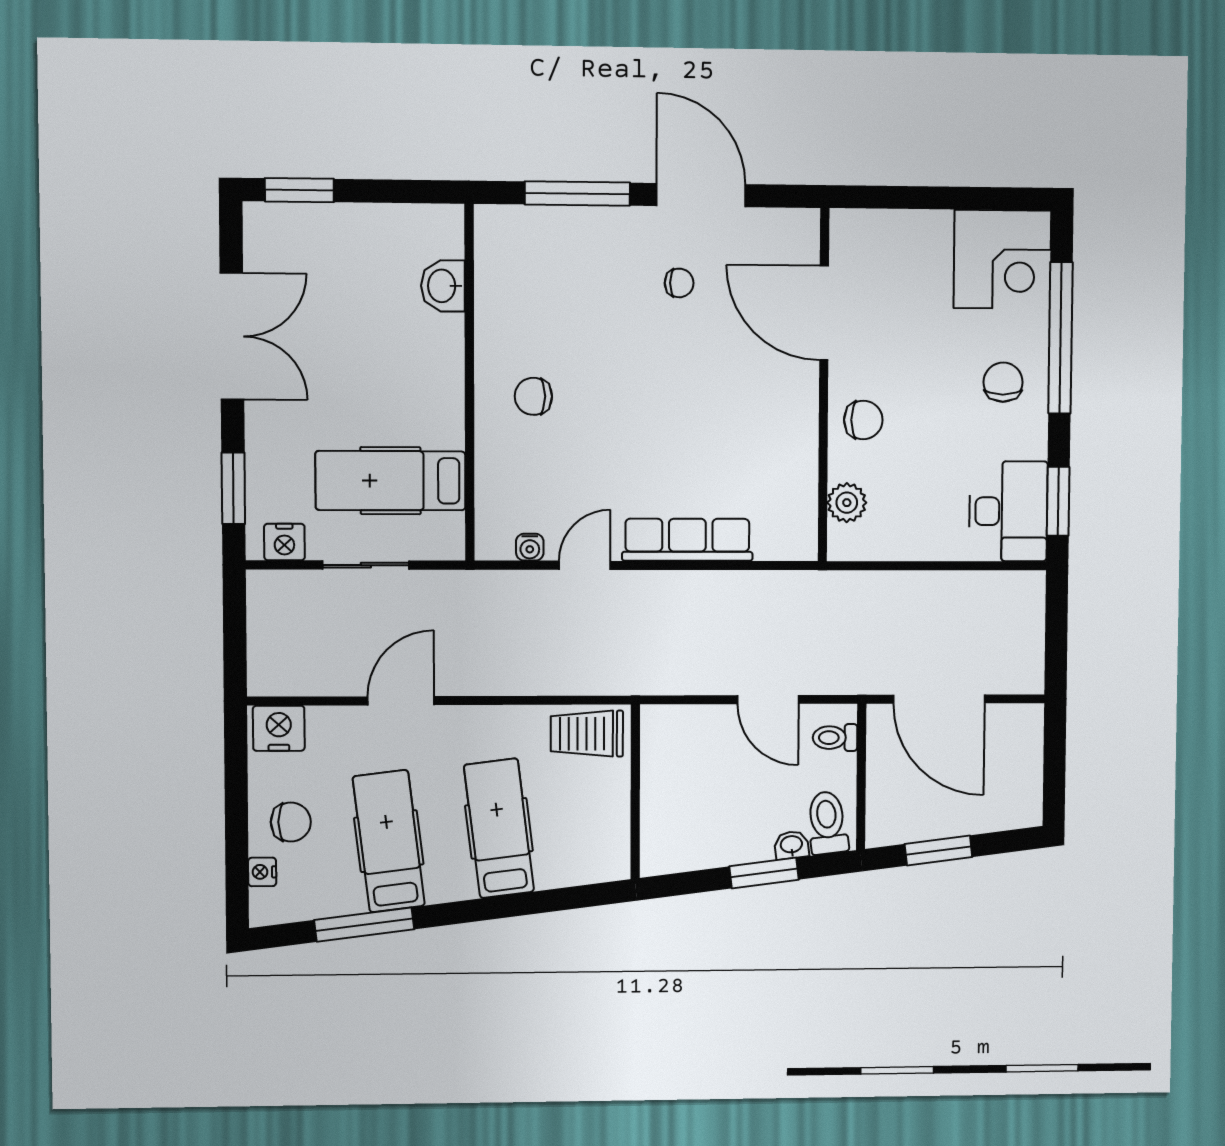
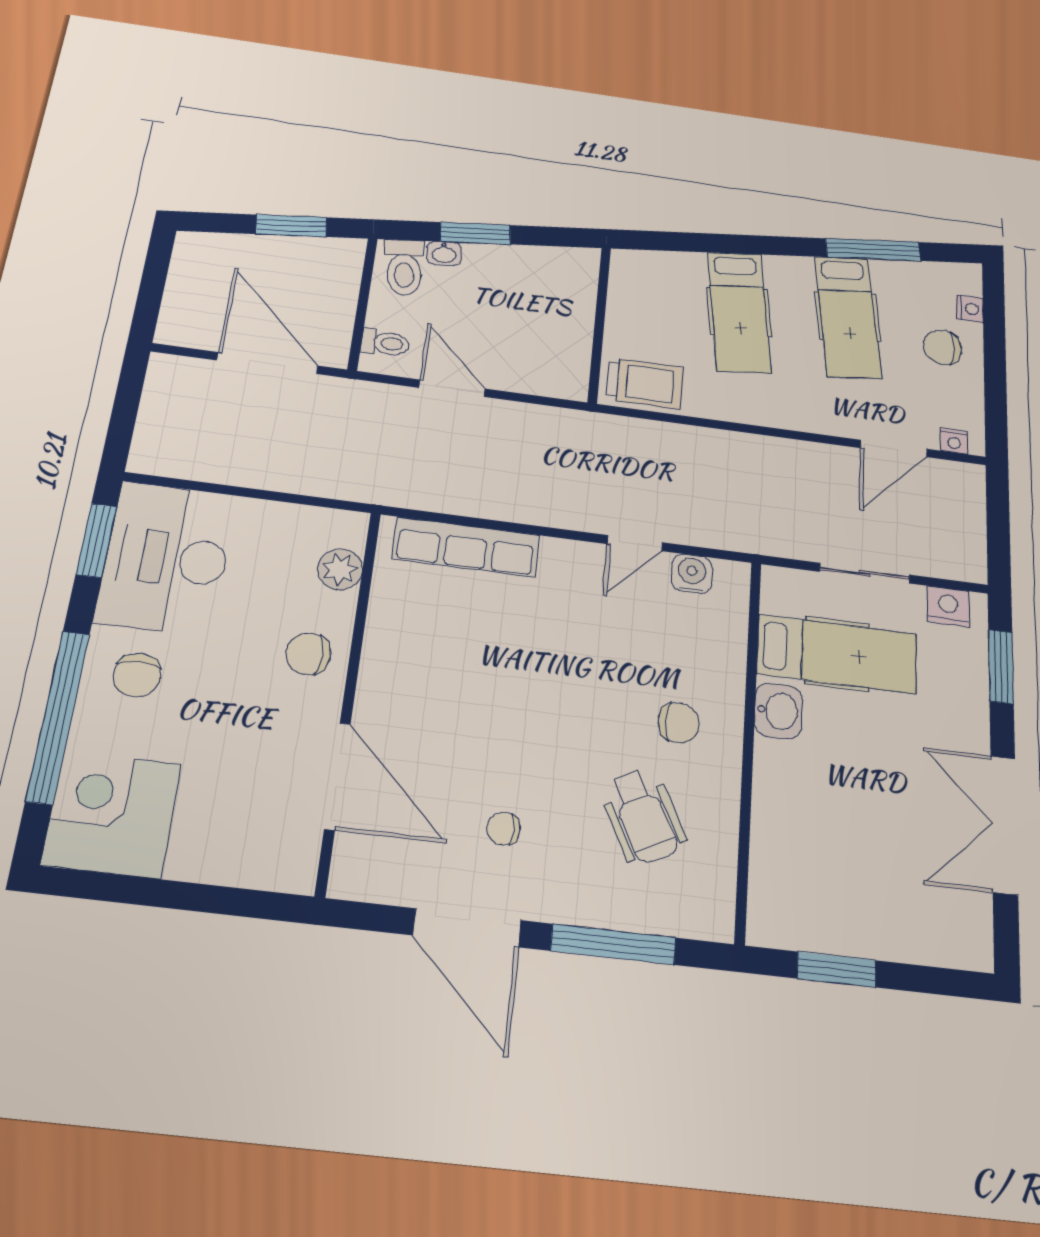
window: (299, 190) -> (837, 969), moved
washbasin: (443, 286) -> (778, 711), moved
wheelchair: (560, 307) -> (643, 816), added
desk: (1008, 511) -> (166, 558), width x1.36, depth x1.30
row of seats: (687, 540) -> (466, 547), moved
water cooler: (530, 547) -> (692, 574), width x1.38, depth x1.38
door: (401, 701) -> (894, 449), moved
nightstand: (279, 728) -> (954, 441), width x0.53, depth x0.56

